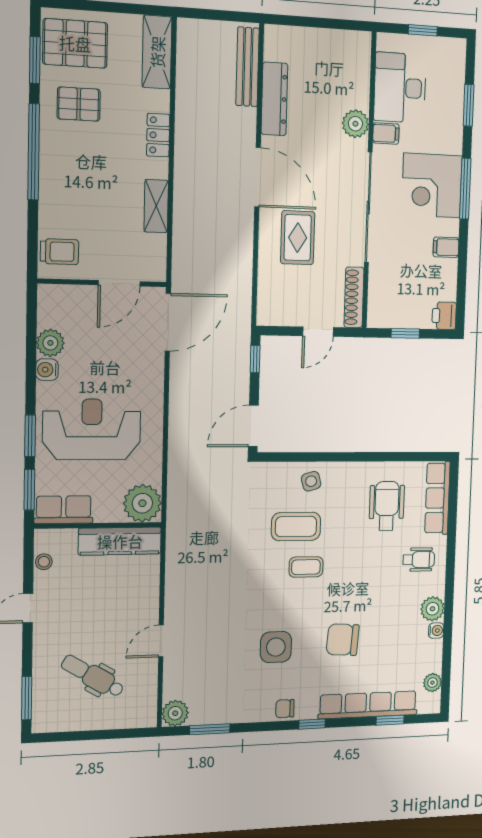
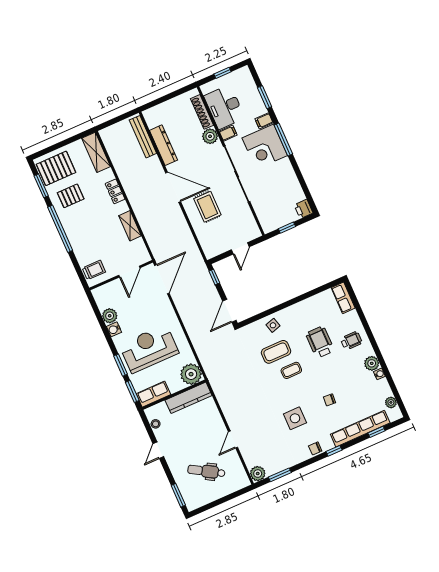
filing cabinet: (446, 247) -> (264, 121), moved
shoe rack: (354, 297) -> (202, 112), moved
row of seats: (437, 498) -> (343, 298), width x0.68
wheelchair: (387, 506) -> (320, 342), moved
chair: (343, 640) -> (329, 400), width x0.54, depth x0.54

